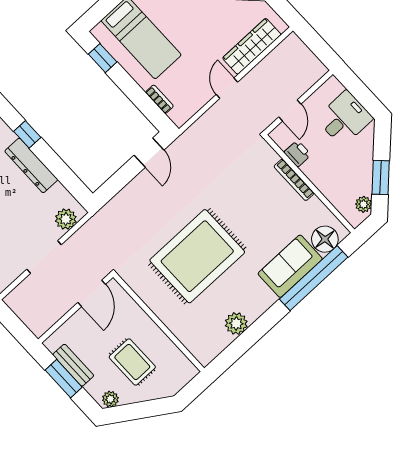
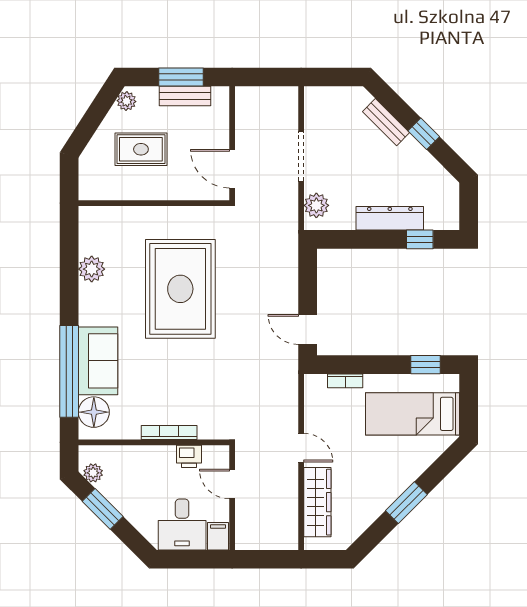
filing cabinet: (331, 89) -> (218, 536), added

